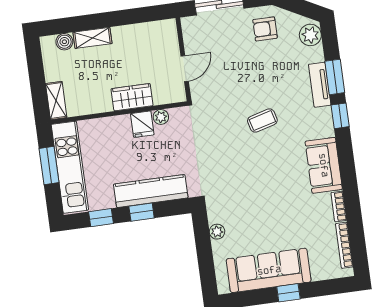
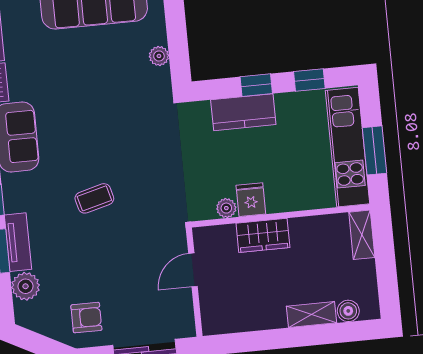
plant: (310, 35) -> (26, 286), moved
kitchen counter: (151, 191) -> (243, 112), width x0.67

